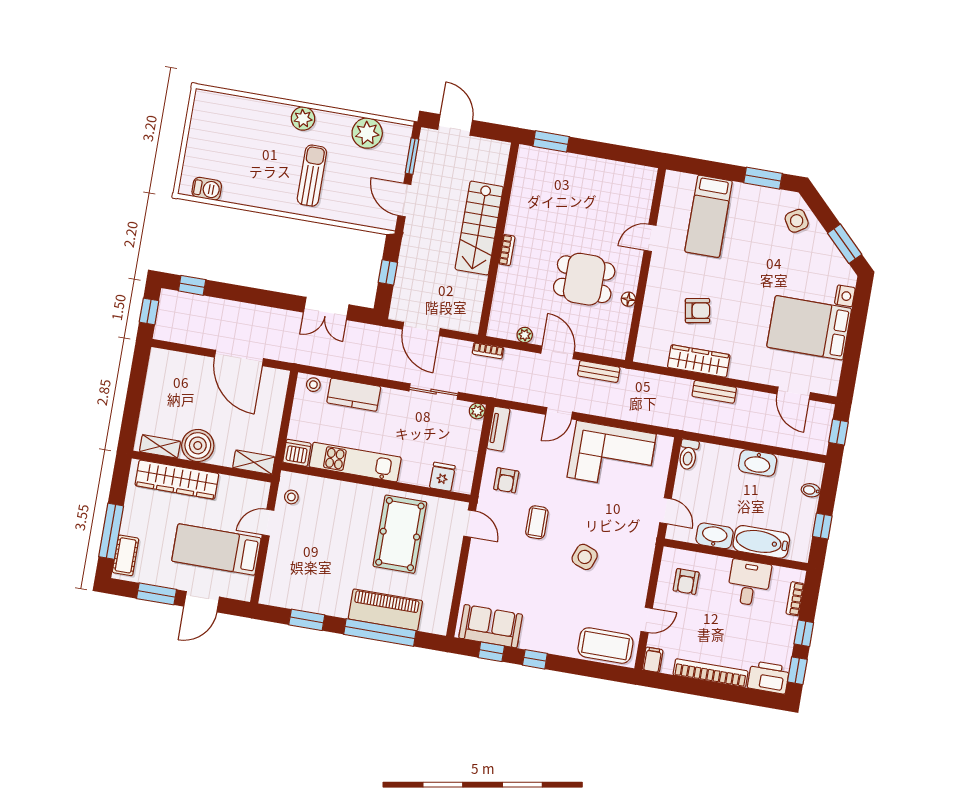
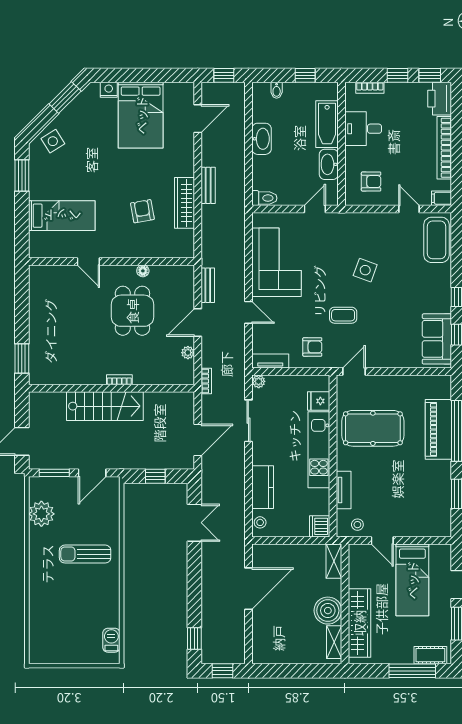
plant: (303, 119) -> (39, 570), removed
kitchen unit: (355, 462) -> (319, 450), moved
tv unit: (334, 488) -> (344, 490), added

